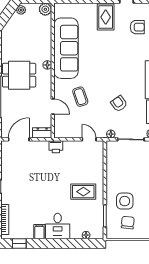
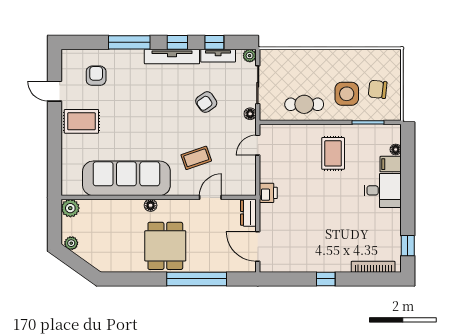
cafe table: (117, 172) -> (304, 104), added
filing cabinet: (39, 232) -> (391, 164), moved

